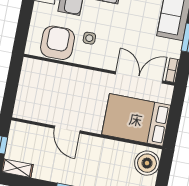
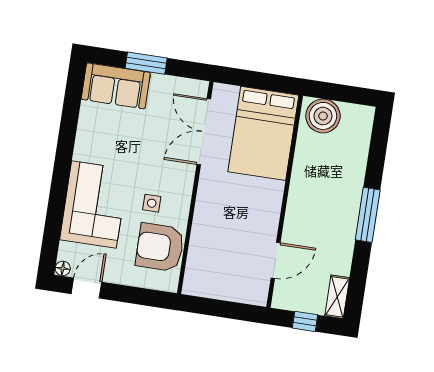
bookcase: (172, 70) -> (192, 85), removed
door: (67, 129) -> (276, 260), moved

